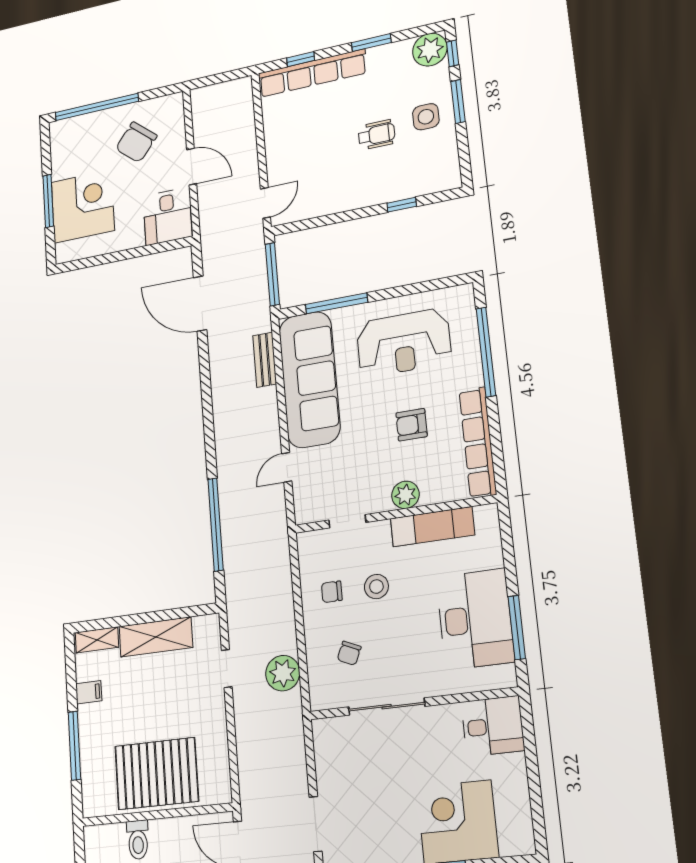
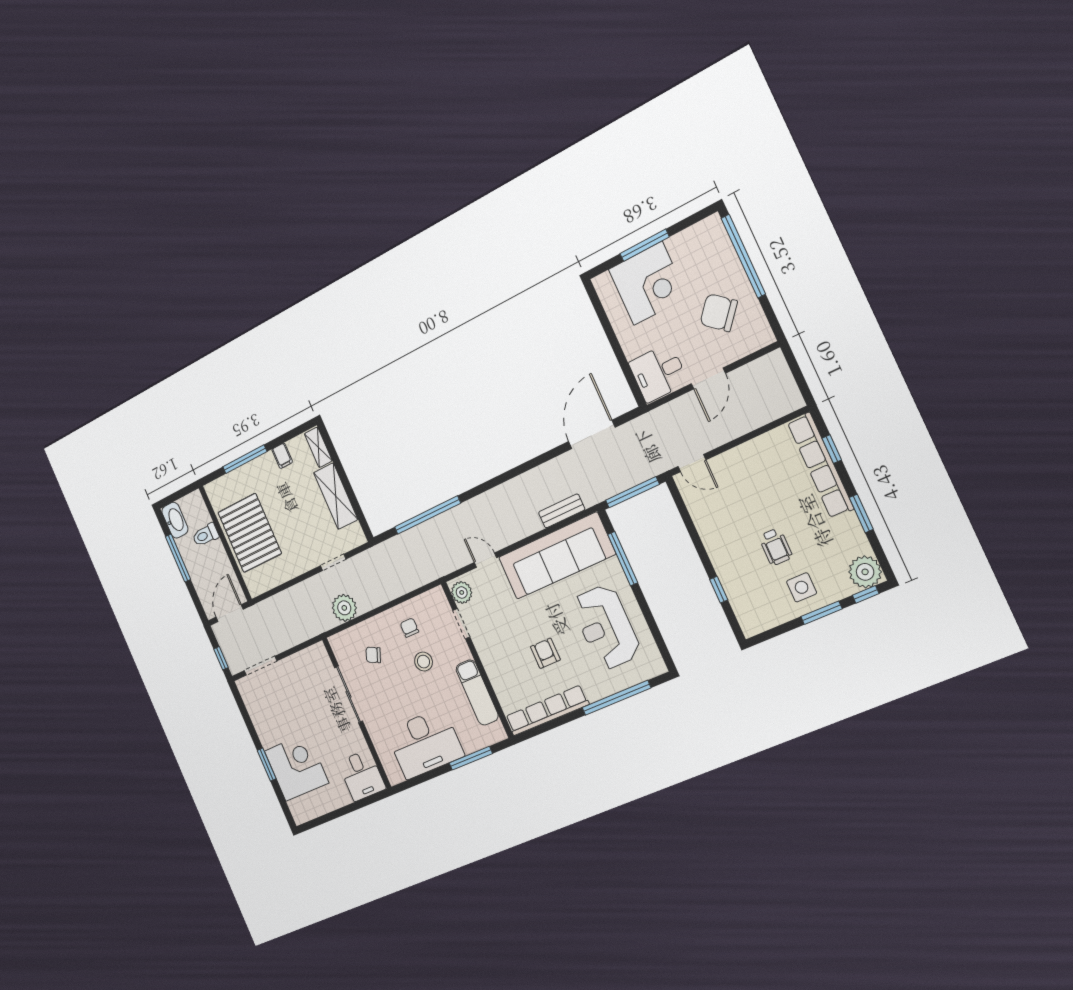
plant: (405, 495) -> (462, 592), moved
window: (517, 627) -> (471, 758), moved

